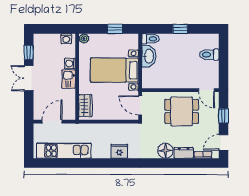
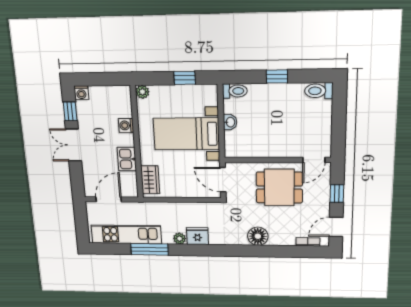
washing machine: (66, 39) -> (81, 93), moved
toilet: (209, 55) -> (319, 91), moved
washbasin: (149, 56) -> (230, 122), width x0.52, depth x0.69
kitchen sink: (69, 79) -> (127, 159), moved
door: (206, 90) -> (314, 160), hinge flipped
plant: (105, 153) -> (180, 239), added
dresser: (184, 153) -> (282, 239), removed
window: (81, 163) -> (149, 249), added

